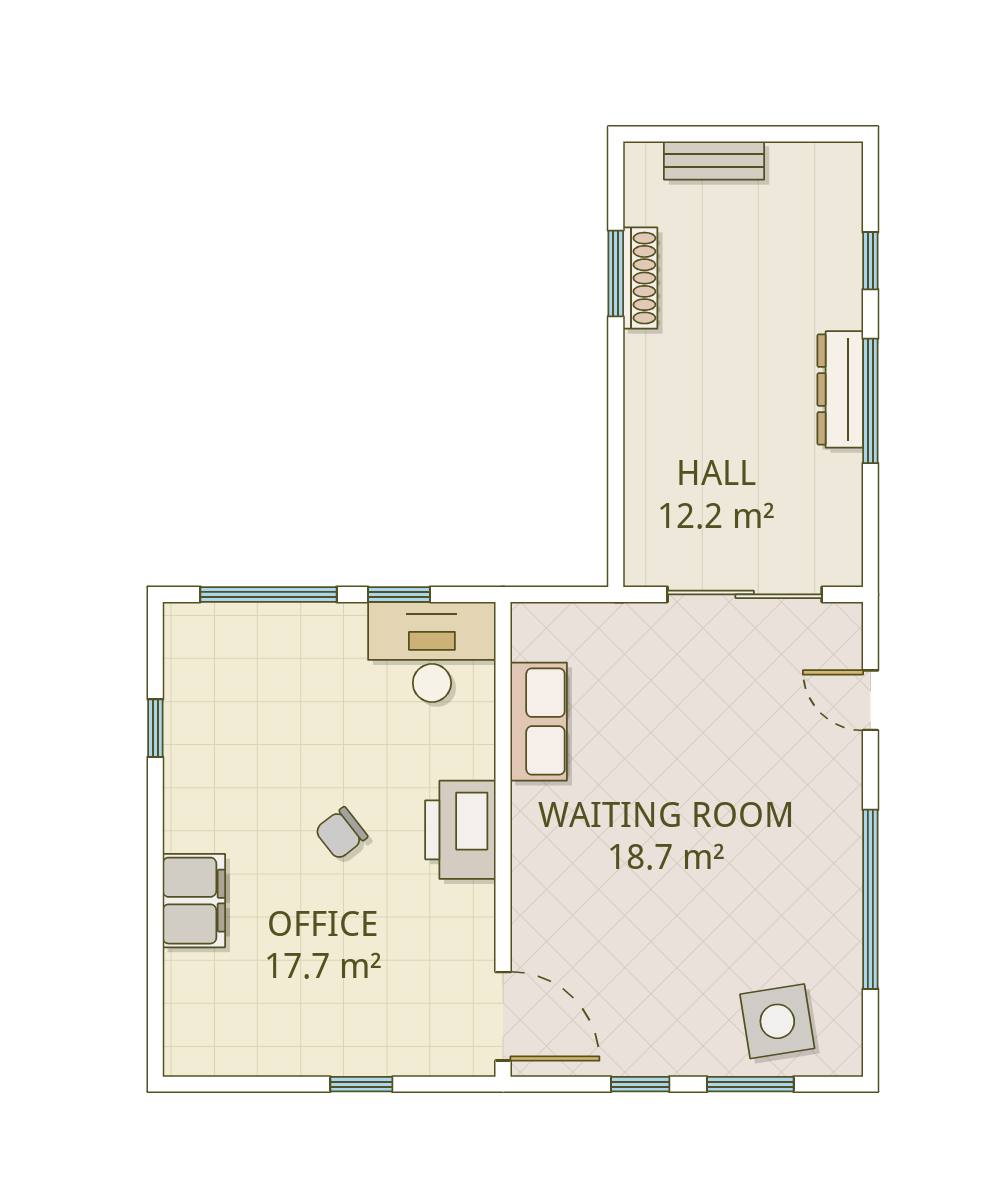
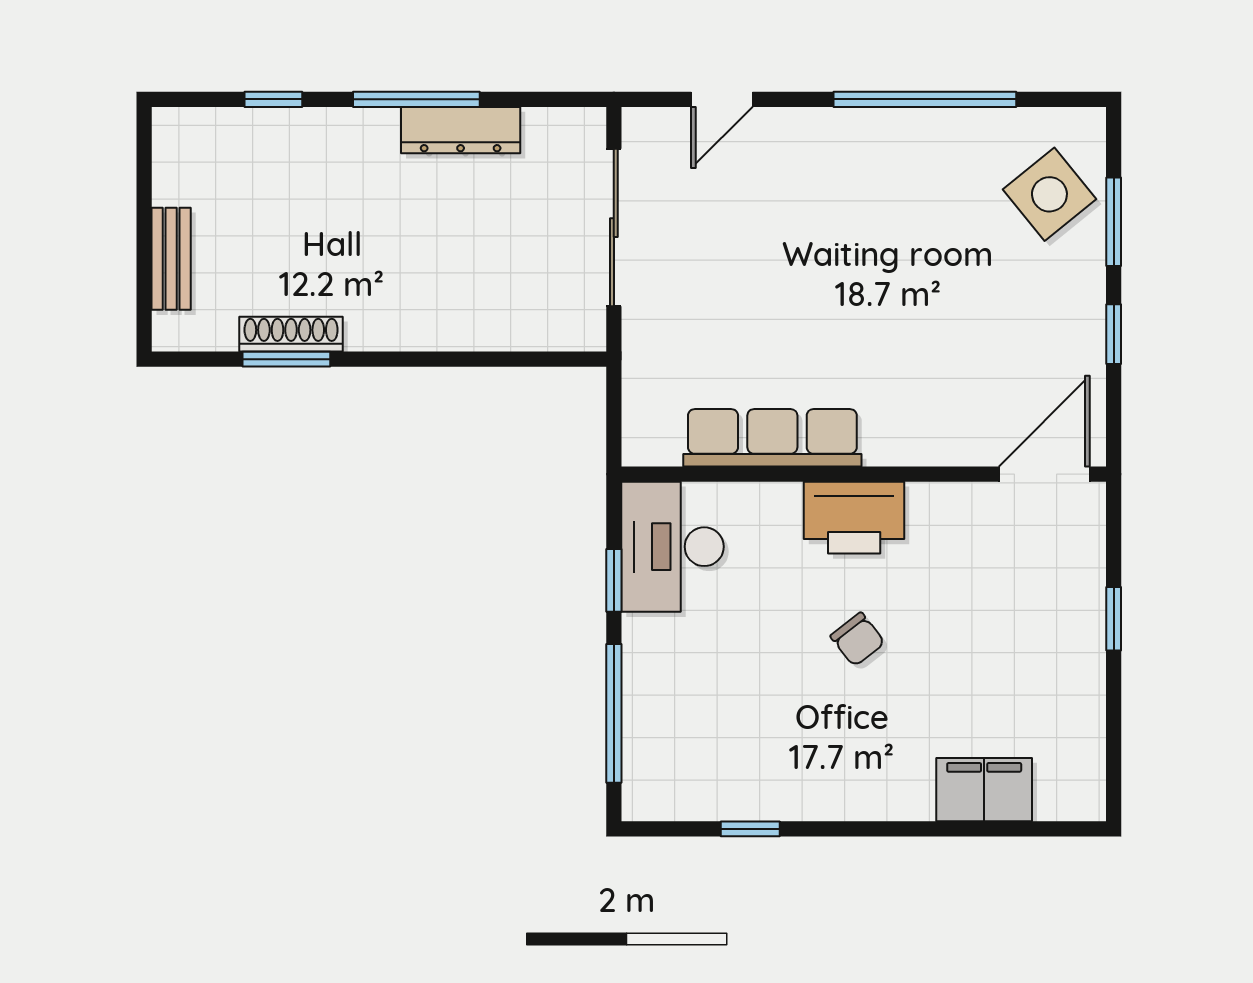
dresser: (840, 389) -> (461, 130), moved
row of seats: (539, 722) -> (772, 438), width x1.48
filing cabinet: (194, 901) -> (984, 790), moved
side table: (777, 1021) -> (1049, 194), turned -30

